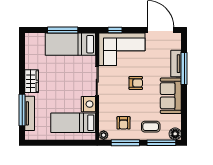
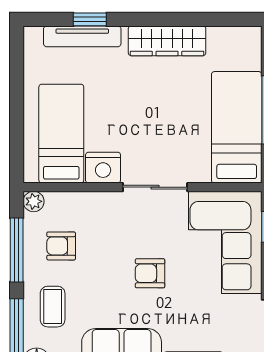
wardrobe: (32, 81) -> (167, 41), width x1.50
armchair: (136, 83) -> (150, 273), turned 90
window: (22, 110) -> (90, 19), width x0.46

